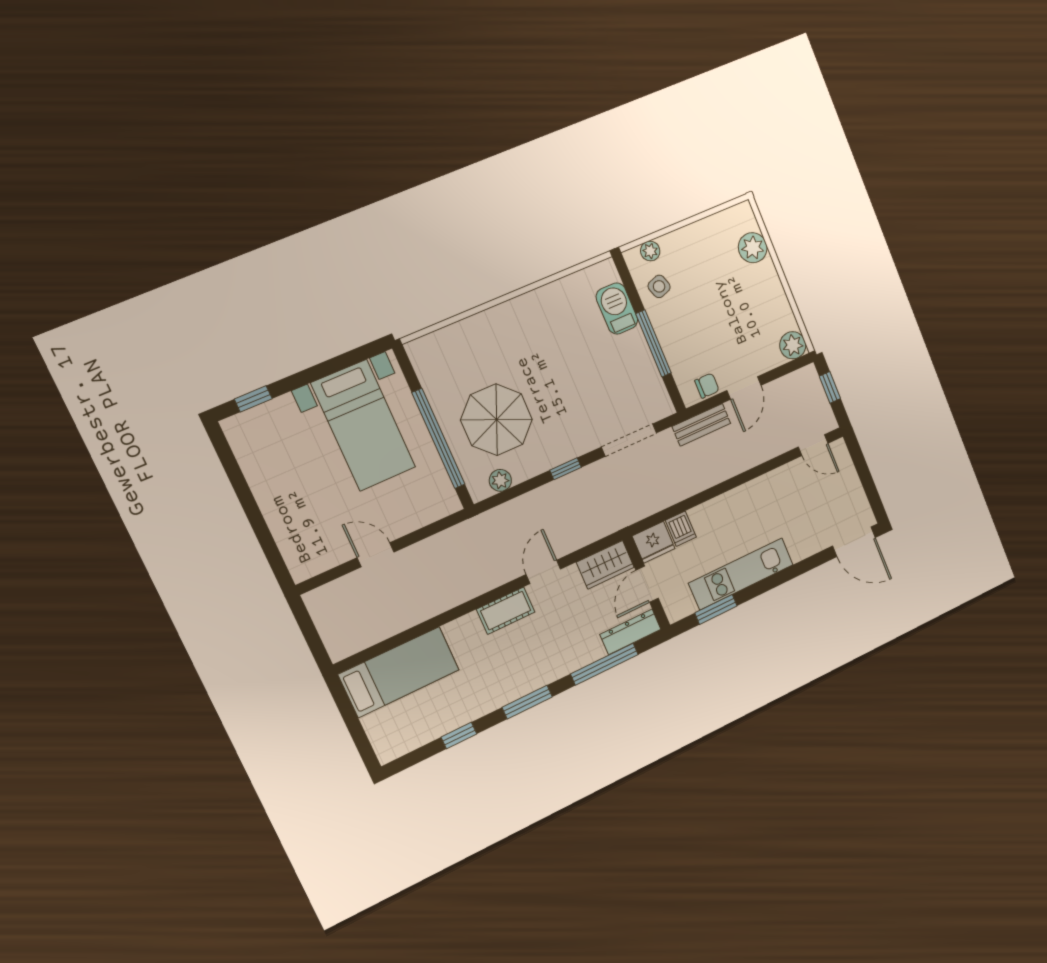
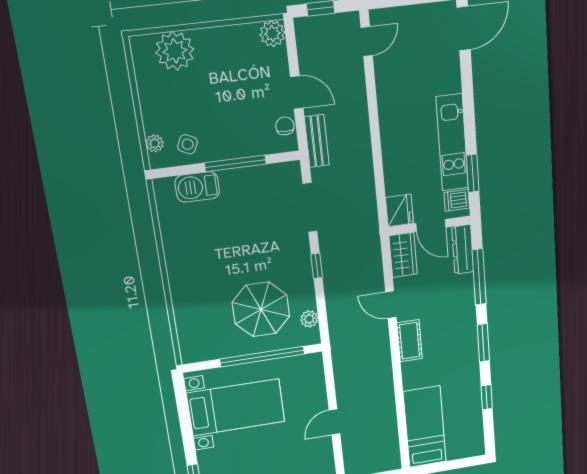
plant: (753, 248) -> (175, 51), width x1.36, depth x1.36
side table: (659, 286) -> (188, 144), turned 45
dishwasher: (681, 529) -> (457, 200), moved, turned 180

